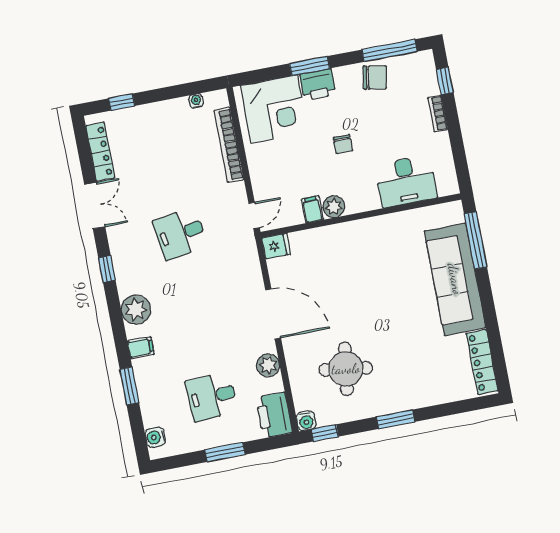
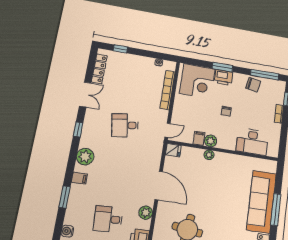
plant: (339, 232) -> (209, 155), added
window: (476, 240) -> (276, 210), moved

